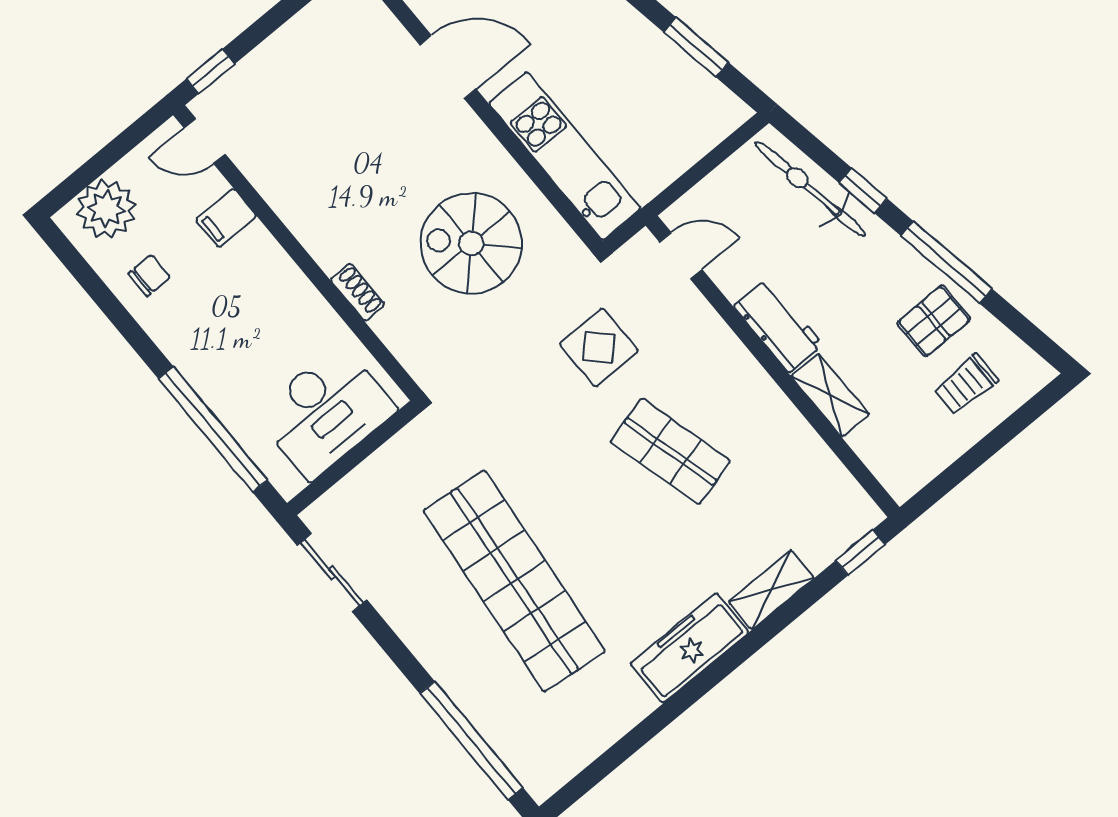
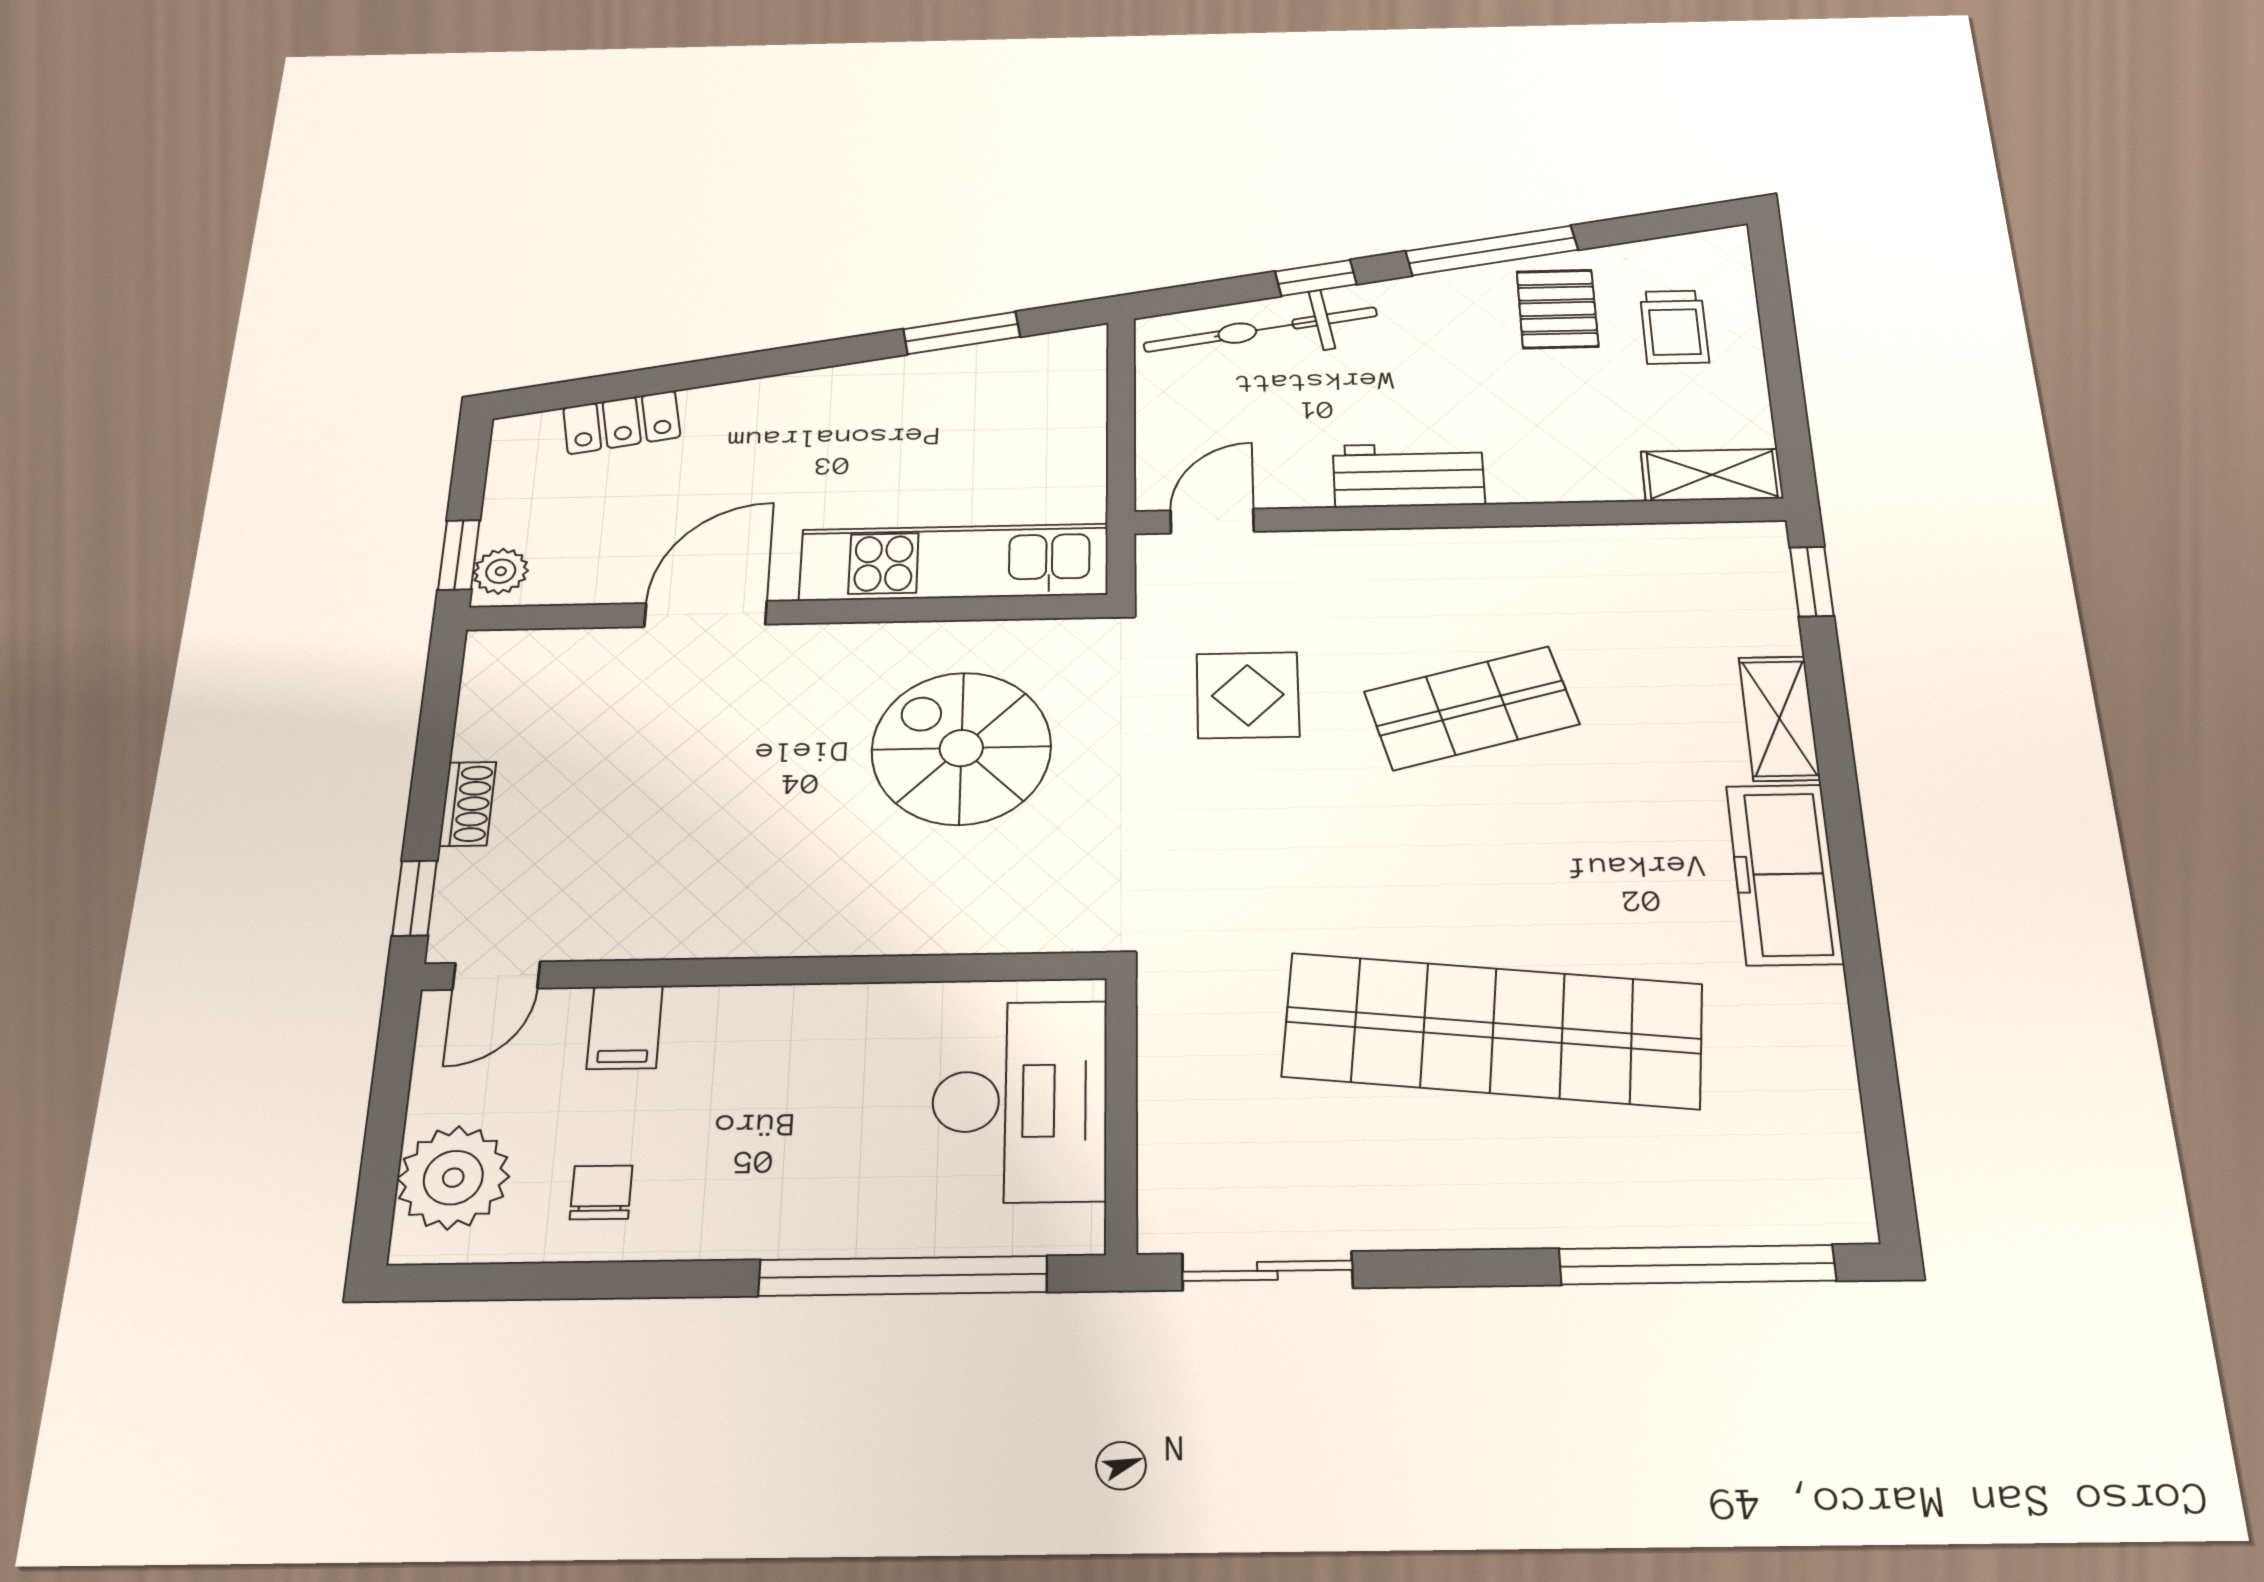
spiral stairs: (471, 243) -> (961, 748), turned 90
shoe rack: (358, 292) -> (468, 804), moved, turned 90
shelving: (830, 395) -> (1712, 475), moved

